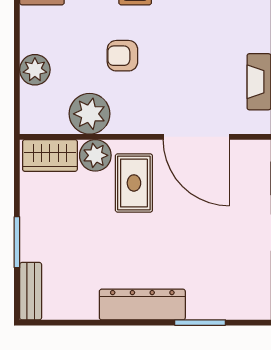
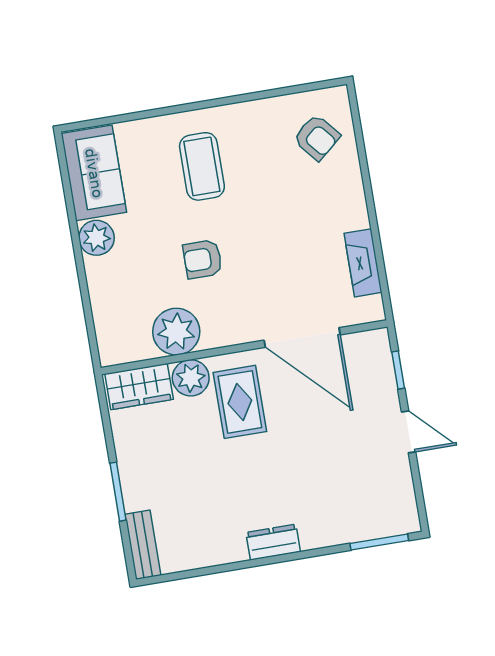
plant: (35, 70) -> (97, 238), moved
dresser: (142, 305) -> (273, 542), width x0.51, depth x0.80
window: (200, 323) -> (379, 542), moved

